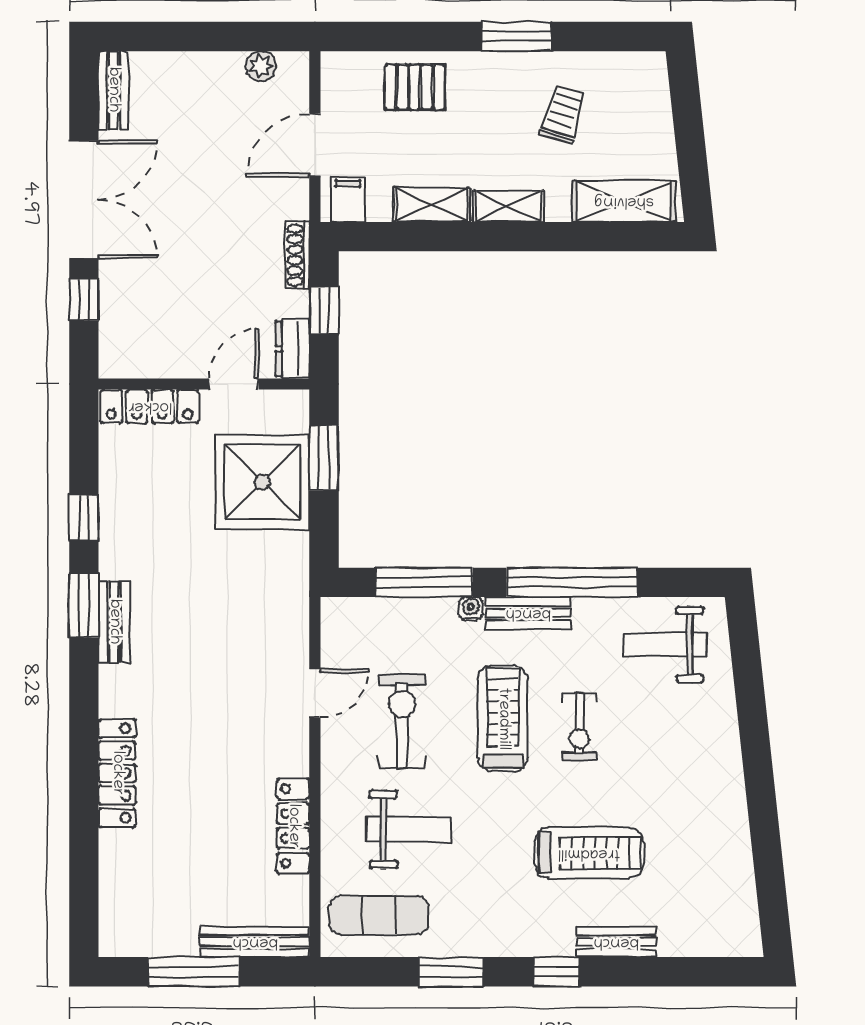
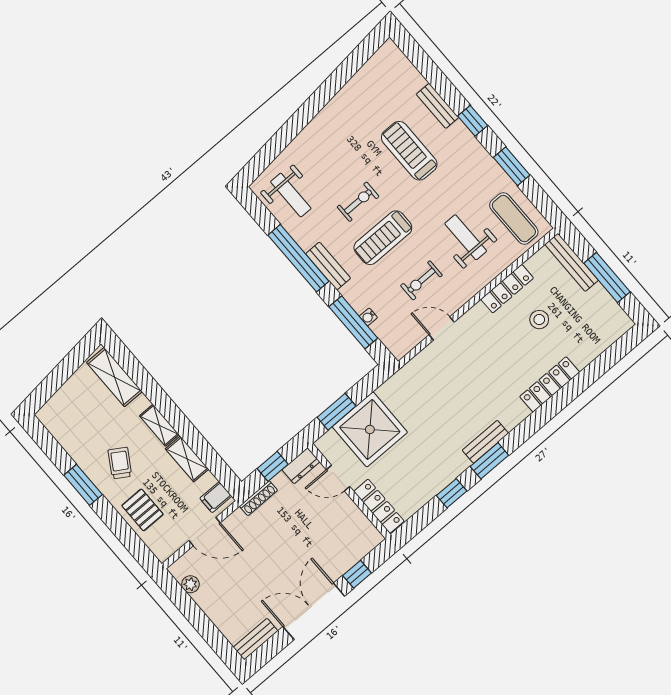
trolley: (563, 114) -> (120, 463), moved, turned 105
water cooler: (471, 609) -> (368, 317), moved
exercise bike: (402, 721) -> (421, 280), width x0.73, depth x0.72
stool: (215, 833) -> (539, 320), added

